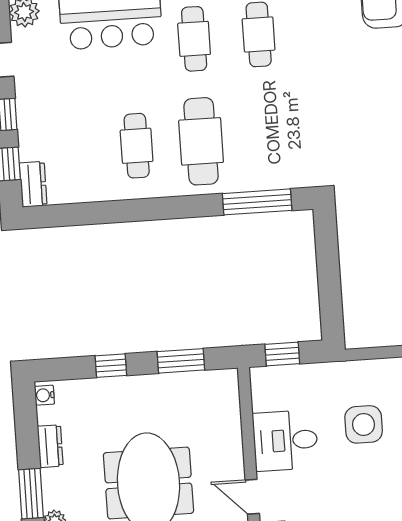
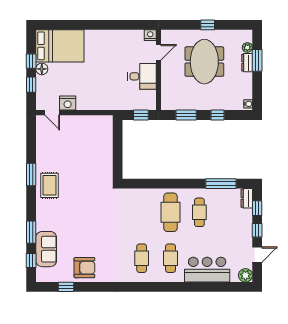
window: (257, 202) -> (221, 184), moved
side table: (364, 424) -> (107, 81), removed
dresser: (50, 446) -> (247, 63), moved
door: (252, 497) -> (159, 52), hinge flipped

